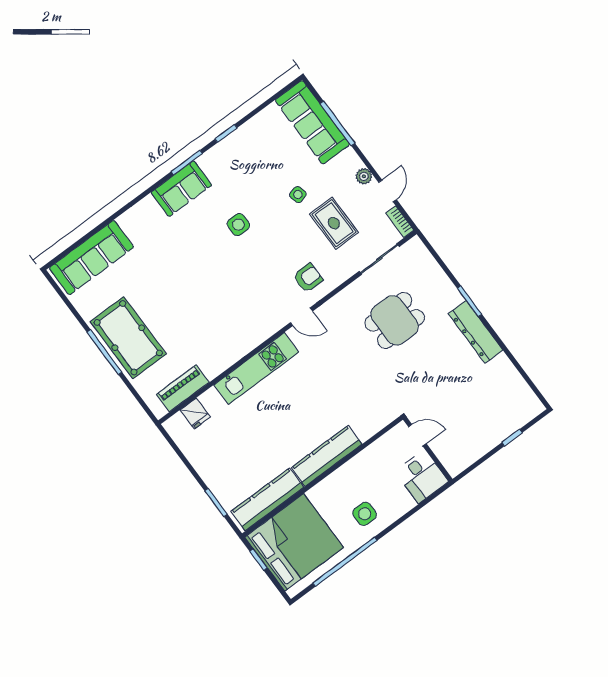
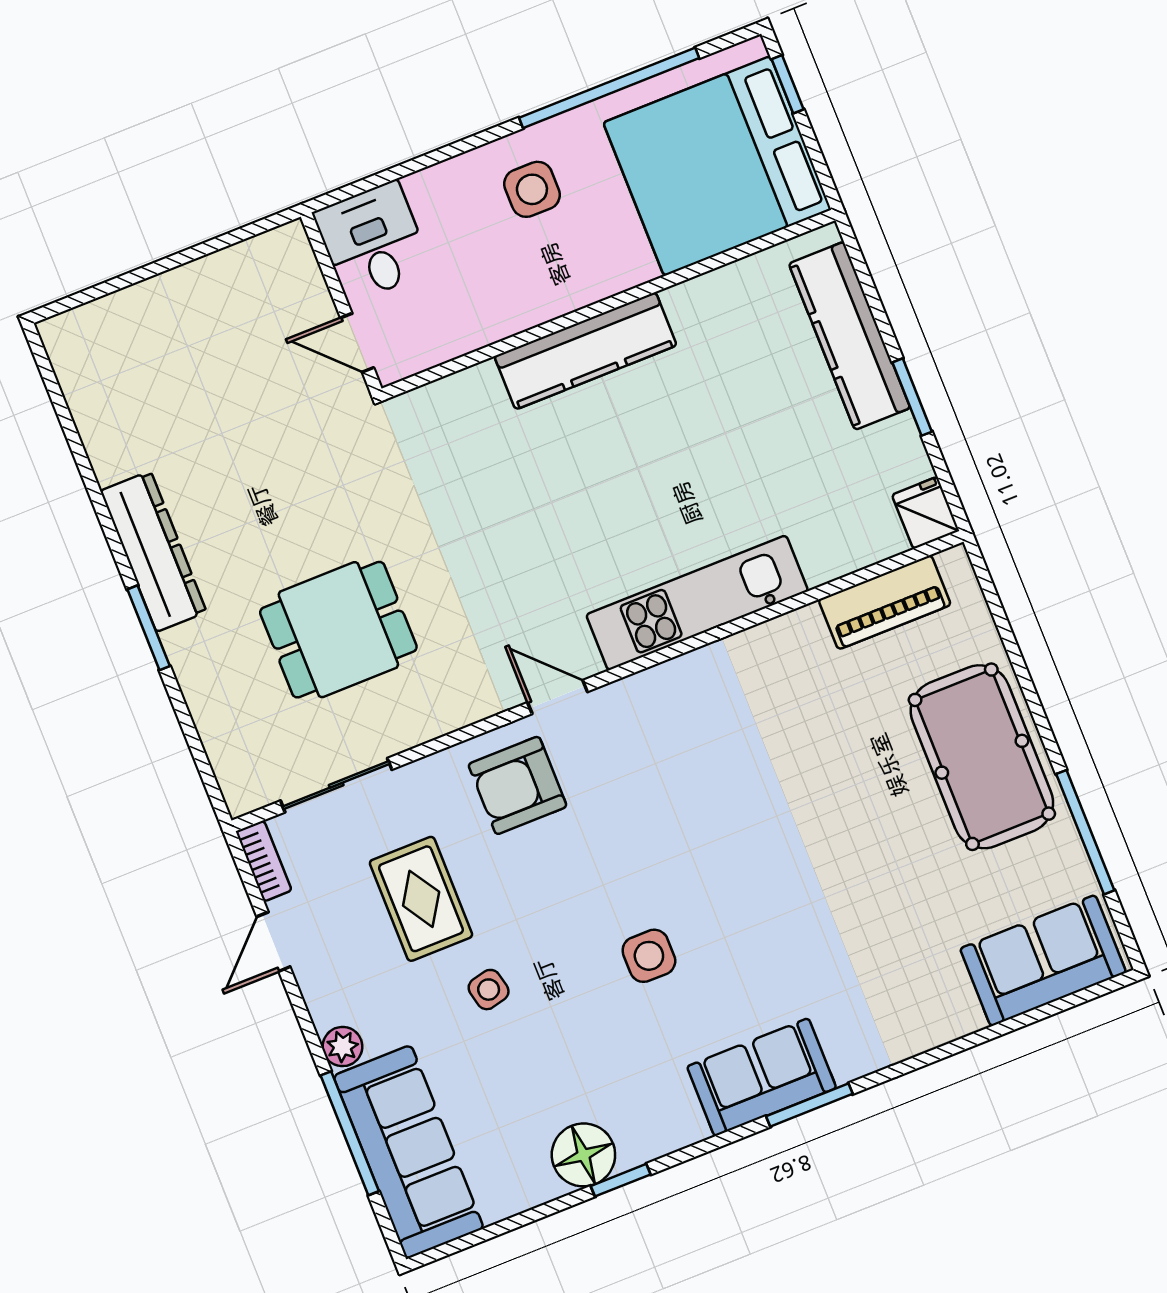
floor lamp: (243, 139) -> (583, 1155), added
window: (187, 163) -> (809, 1105), moved
plant: (364, 176) -> (342, 1047), moved
sofa: (91, 258) -> (1043, 961), width x0.73
armchair: (308, 278) -> (518, 785), width x1.38, depth x1.38
window: (104, 352) -> (1085, 832), moved
fridge: (195, 413) -> (926, 513), moved
window: (512, 438) -> (133, 277), removed
kitchen counter: (267, 499) -> (849, 336), moved, turned 90
window: (216, 502) -> (912, 397), moved
window: (258, 560) -> (788, 84), moved

